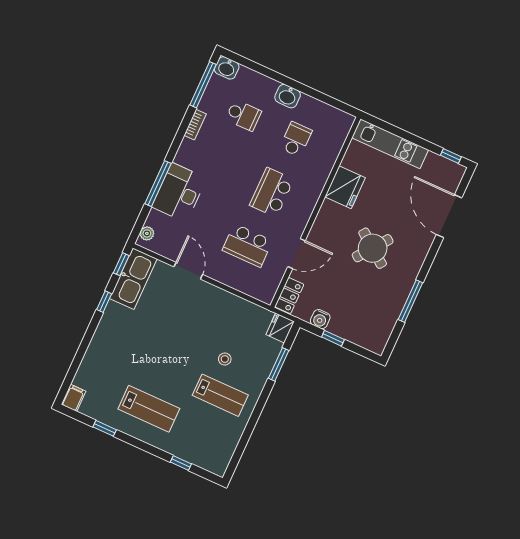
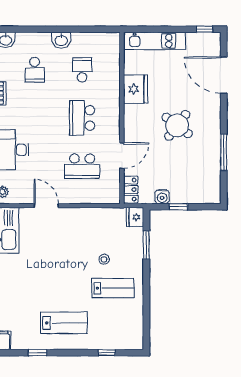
school desk: (243, 115) -> (35, 70), turned 90

